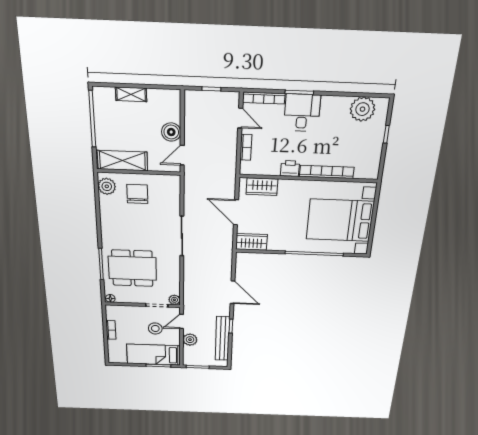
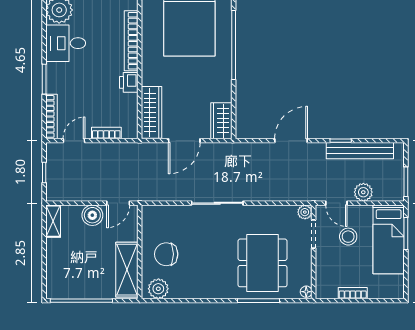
shelving: (131, 94) -> (53, 221), moved
desk: (302, 113) -> (66, 43), moved
door: (182, 155) -> (118, 203), hinge flipped
wardrobe: (262, 187) -> (152, 112), width x1.50

